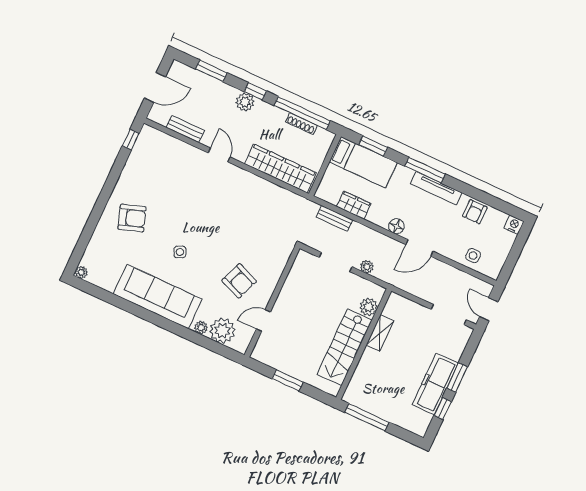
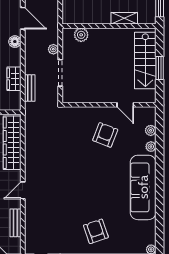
side table: (180, 252) -> (104, 186), removed
plant: (222, 331) -> (151, 130), width x0.53, depth x0.53
shelving: (380, 333) -> (124, 18), moved
stairs: (345, 347) -> (145, 61), moved, turned 90

